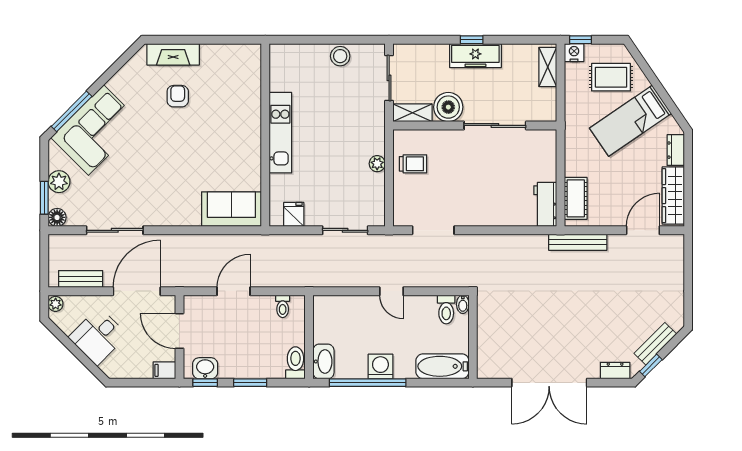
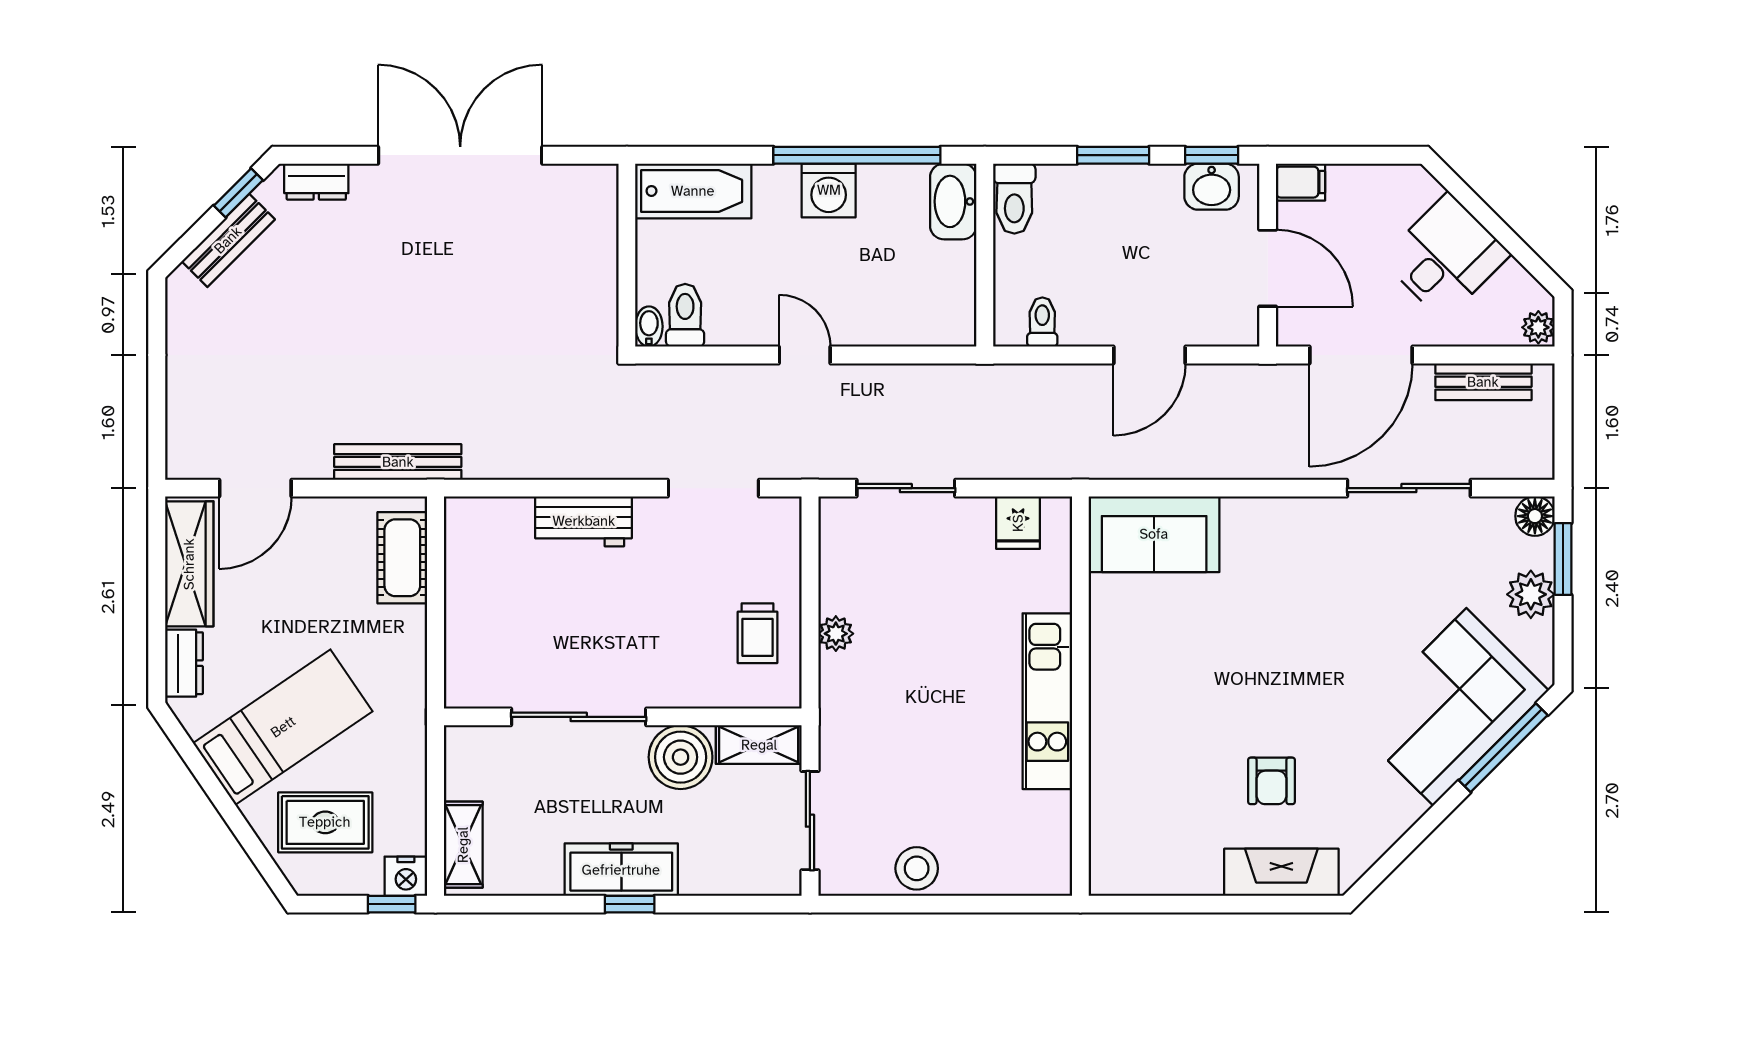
trolley: (413, 164) -> (757, 633), turned -90
workbench: (545, 204) -> (584, 521), moved, turned 90

